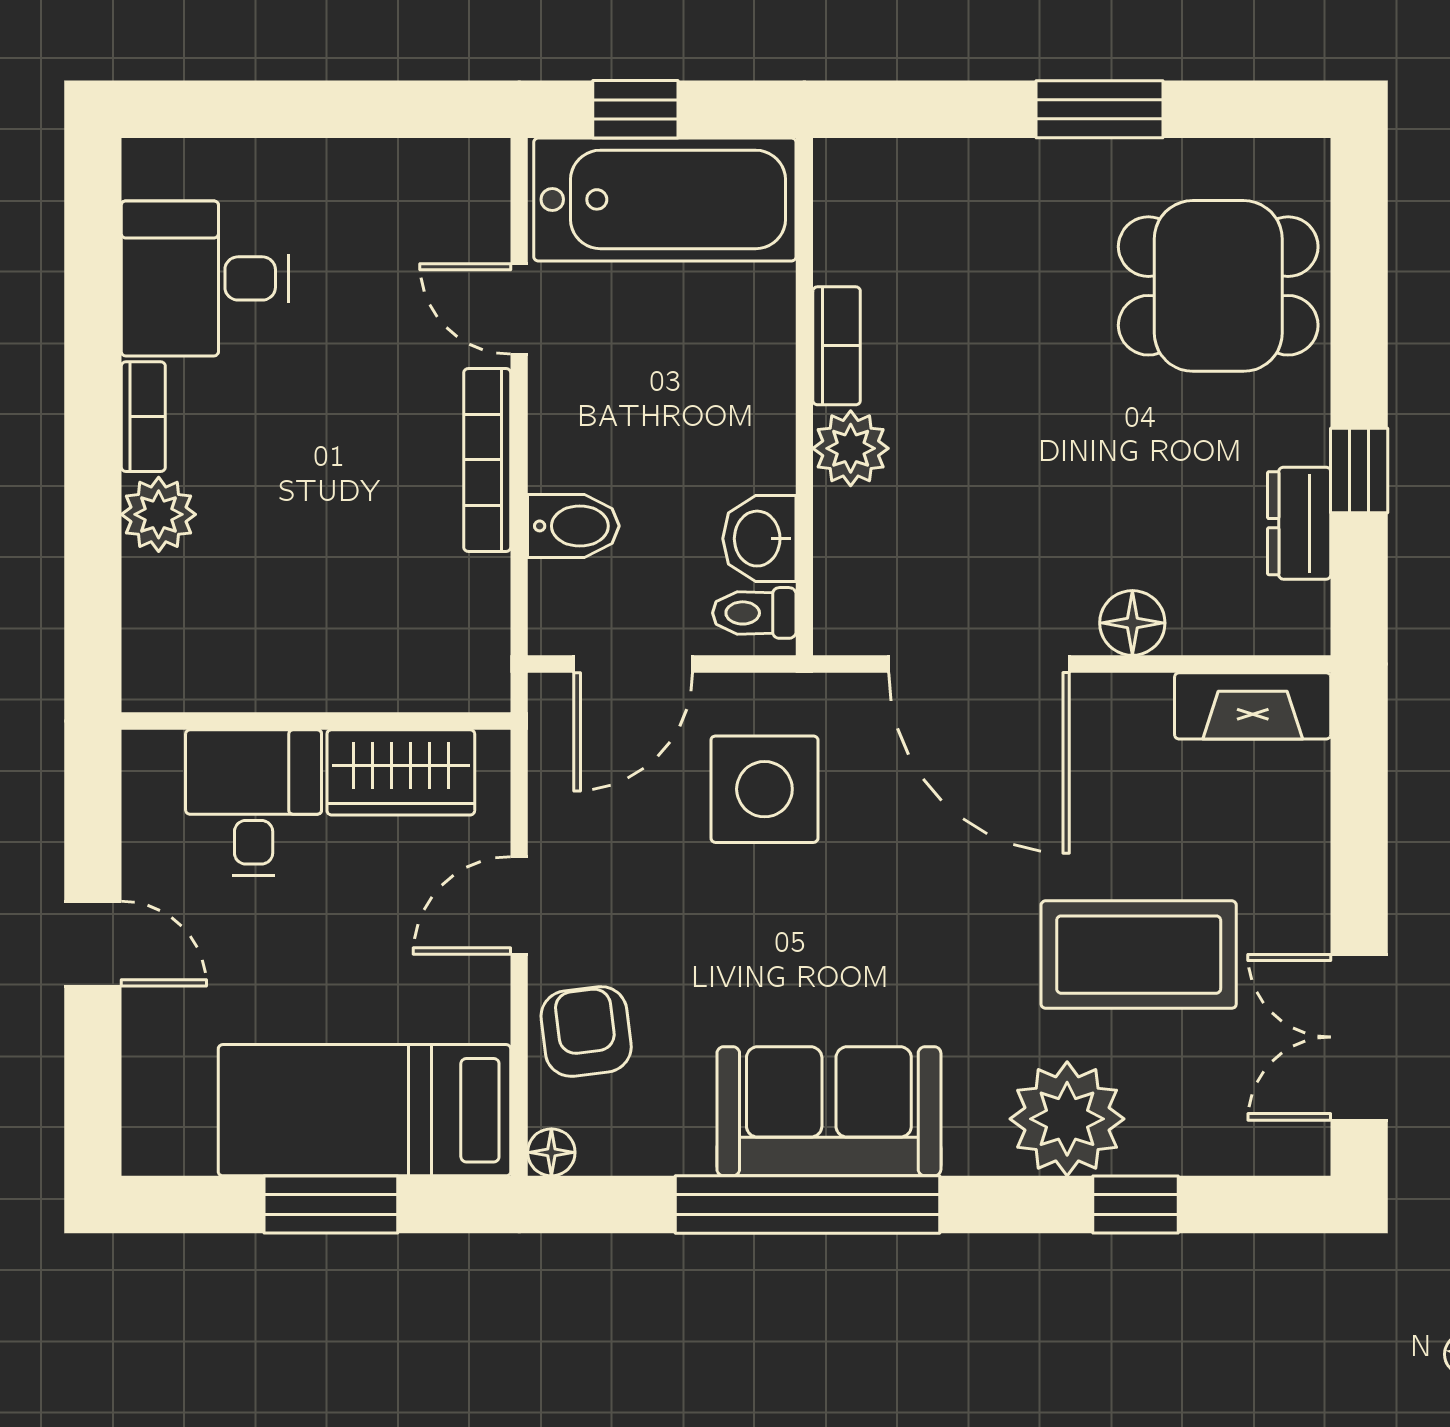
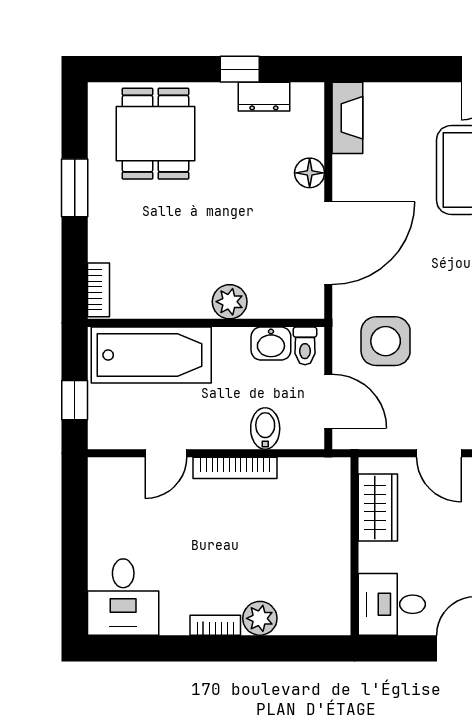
bathtub: (665, 199) -> (151, 355), moved, turned 90
desk: (205, 278) -> (123, 597), moved
bookcase: (837, 346) -> (98, 290), moved, turned 90
desk: (254, 803) -> (392, 604), moved

